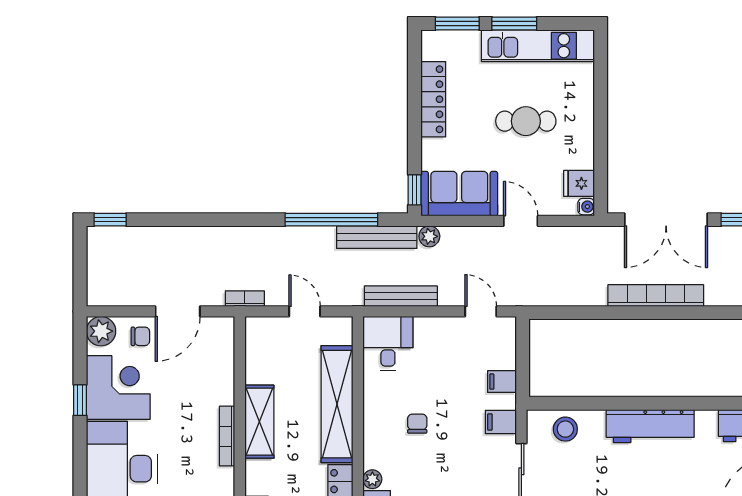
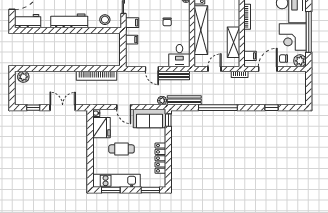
window: (514, 23) -> (111, 190), moved
fridge: (579, 183) -> (101, 128), width x1.88, depth x1.34
window: (110, 220) -> (272, 108), moved
window: (331, 220) -> (218, 108), moved
double door: (666, 220) -> (63, 108), width x0.73
bookcase: (656, 296) -> (97, 76), moved
door: (305, 311) -> (214, 69), swing flipped
door: (481, 311) -> (152, 69), moved
filing cabinet: (220, 343) -> (250, 56), added
window: (80, 400) -> (309, 32), width x3.17
shelving: (259, 422) -> (233, 42), moved

